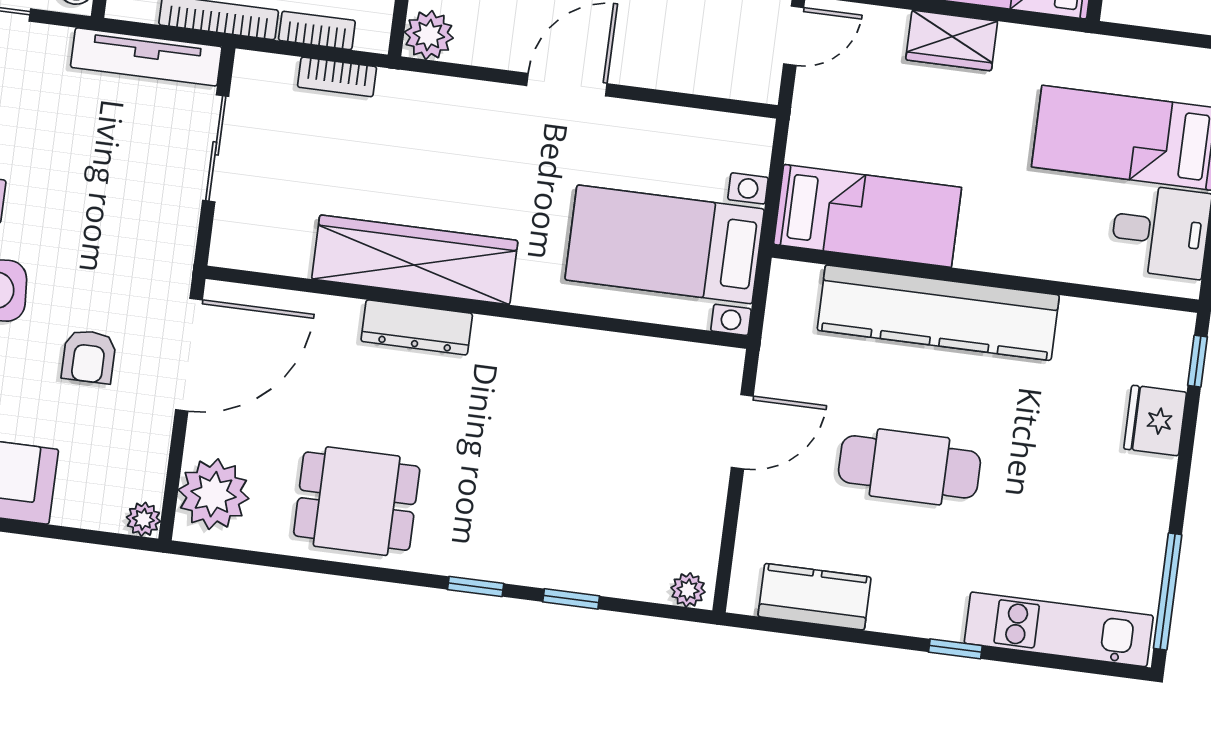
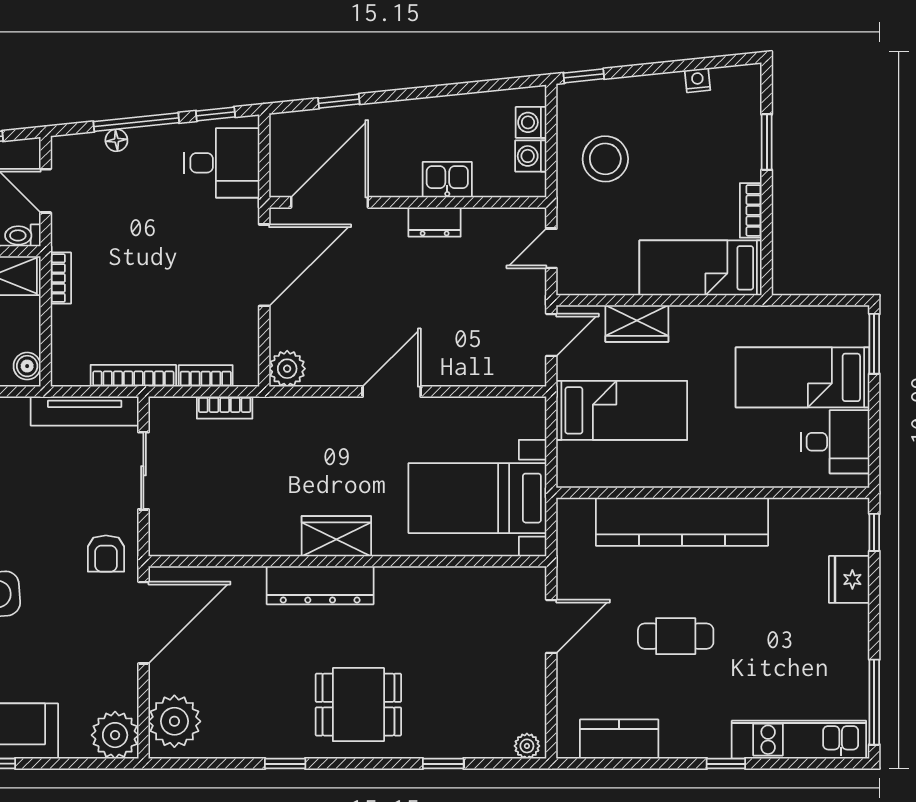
wardrobe: (952, 40) -> (637, 323), moved
bed: (868, 216) -> (622, 410), moved
wardrobe: (415, 260) -> (336, 536), width x0.48, depth x0.85
dresser: (417, 327) -> (320, 585), width x1.37, depth x1.24
armchair: (89, 357) -> (106, 554), moved
cafe table: (909, 467) -> (676, 636), width x0.73, depth x0.74
dining table: (357, 501) -> (358, 705), moved
plant: (143, 519) -> (115, 735), width x1.88, depth x1.88
window: (476, 587) -> (285, 764), moved

